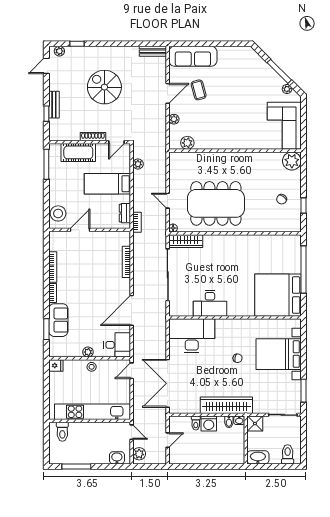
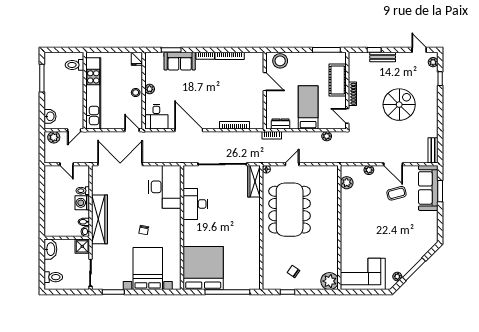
window: (196, 44) -> (440, 191), added

